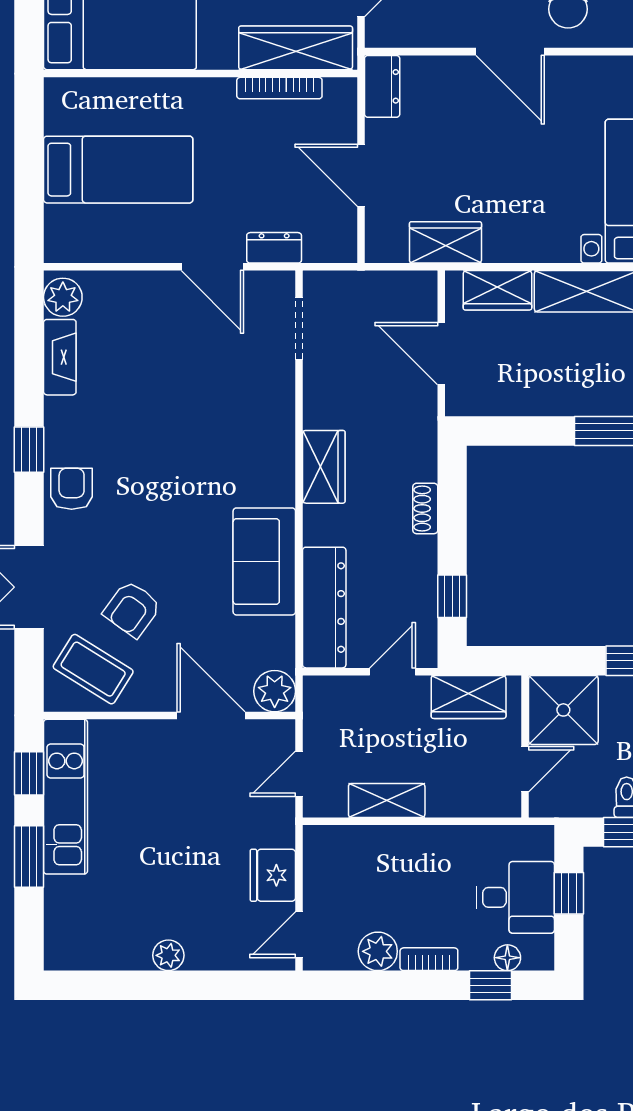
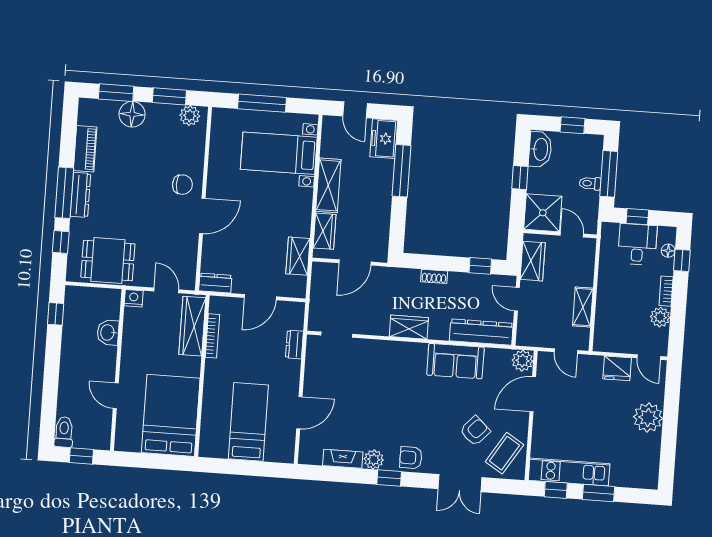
door: (212, 267) -> (299, 413), moved
plant: (63, 297) -> (374, 459), moved
armchair: (132, 609) -> (475, 431), turned -83
plant: (168, 955) -> (648, 418), width x1.87, depth x1.87

